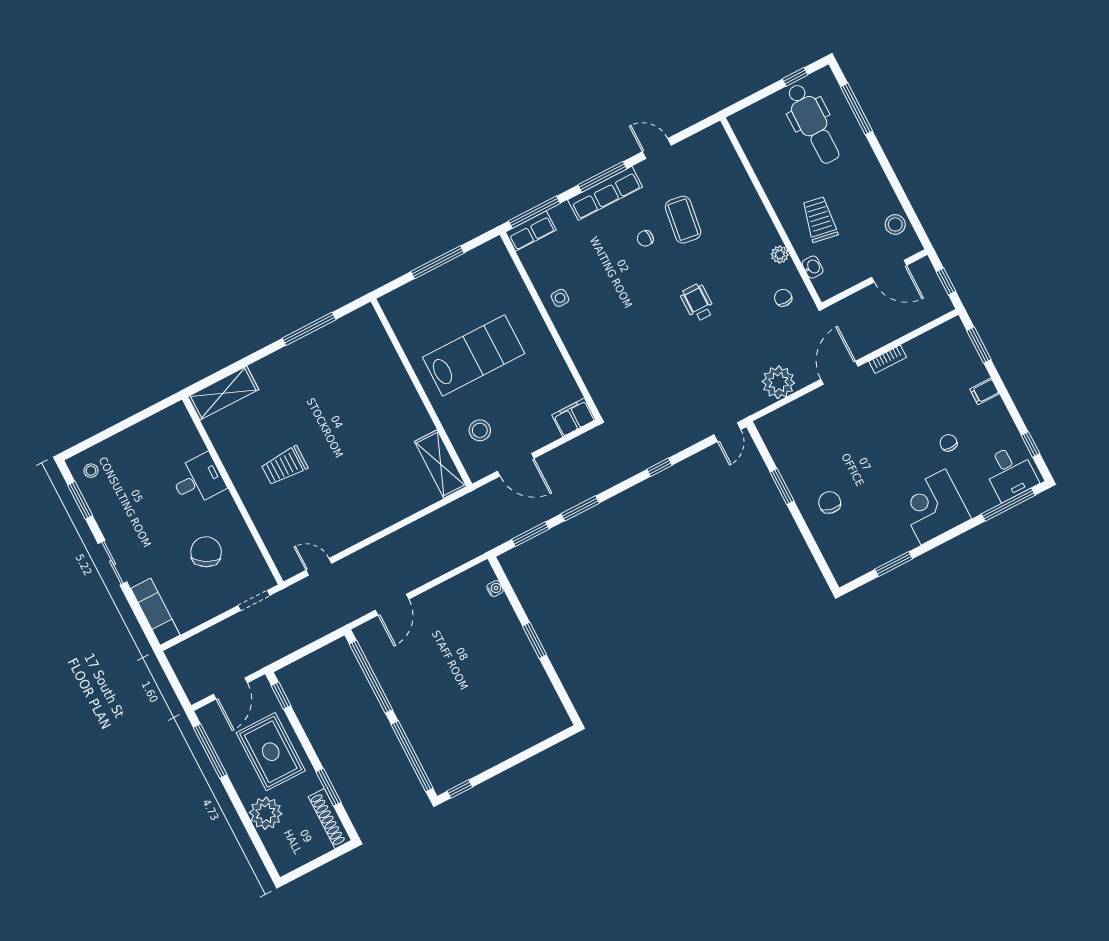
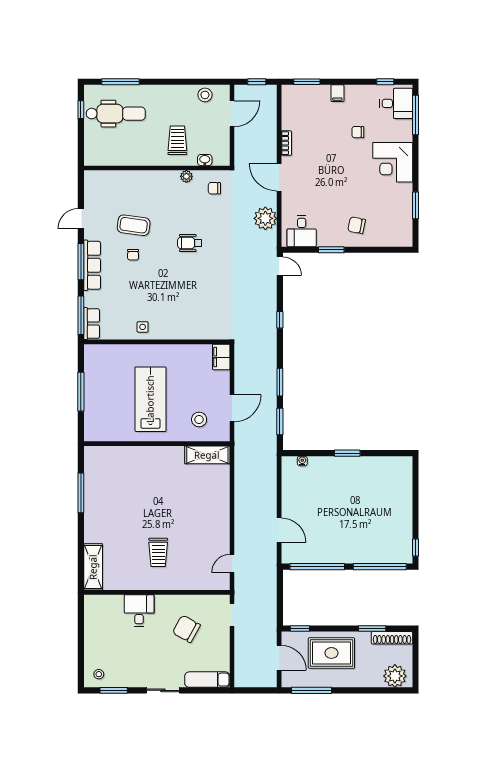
trolley: (820, 219) -> (177, 140), turned 80
desk: (786, 437) -> (302, 231), added
plant: (266, 813) -> (395, 676), moved

